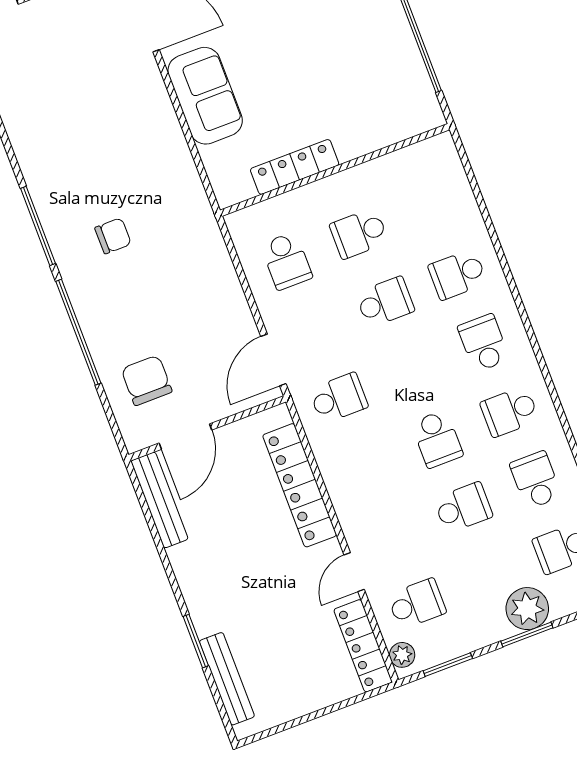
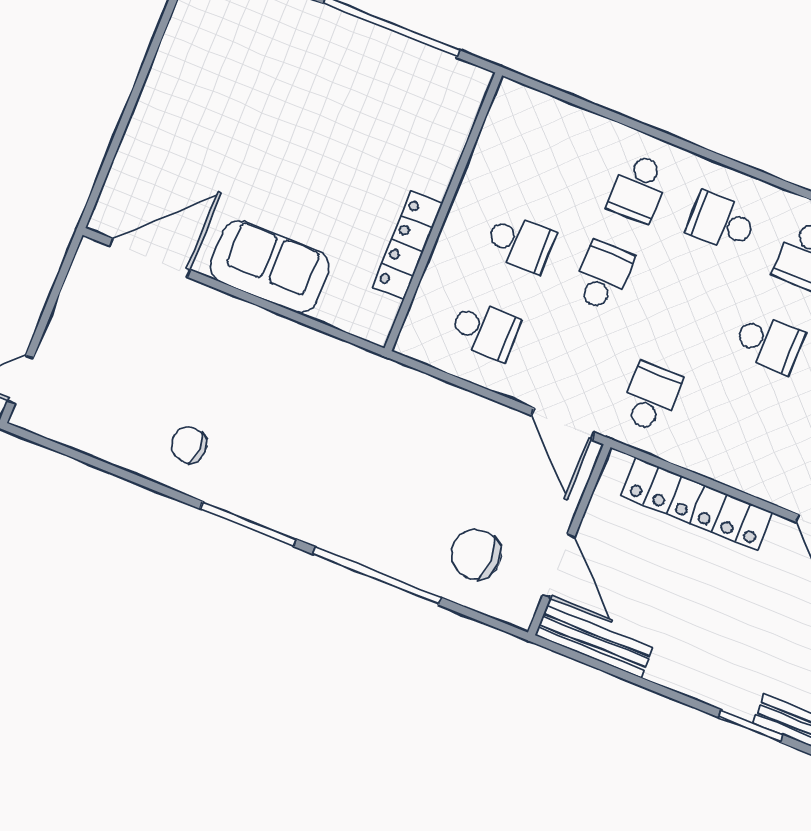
school desk: (359, 233) -> (520, 243), turned -90
chair: (113, 236) -> (189, 445), moved, turned -88

